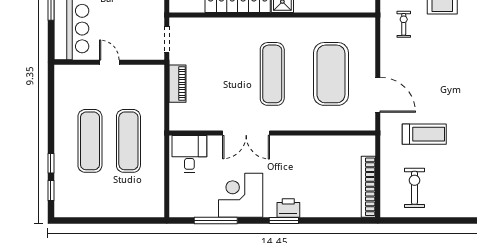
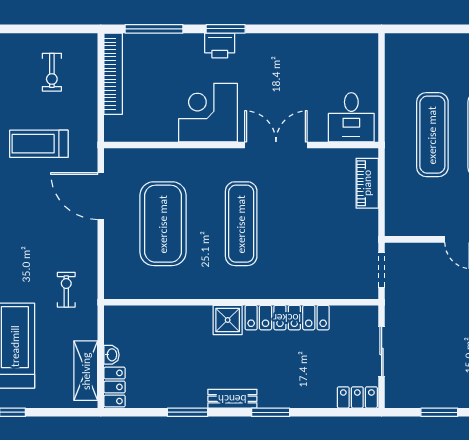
exercise bike: (404, 24) -> (66, 290), turned 180
piano: (177, 84) -> (367, 183), moved
exercise bike: (414, 188) -> (52, 72), width x0.73, depth x0.72
corner desk: (241, 195) -> (208, 113), moved, turned 180
window: (216, 220) -> (154, 29), moved

